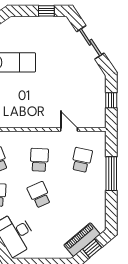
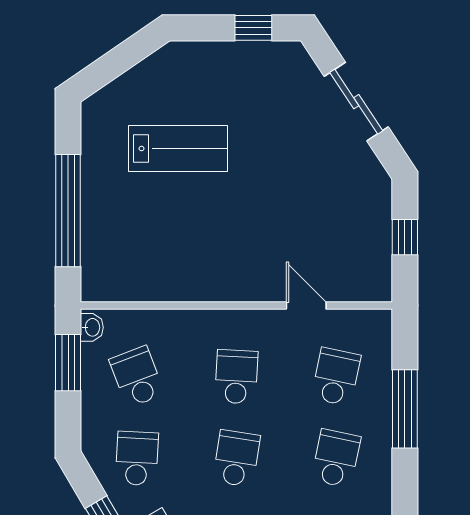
school desk: (39, 195) -> (236, 458), turned 33
school desk: (82, 195) -> (336, 458), added

